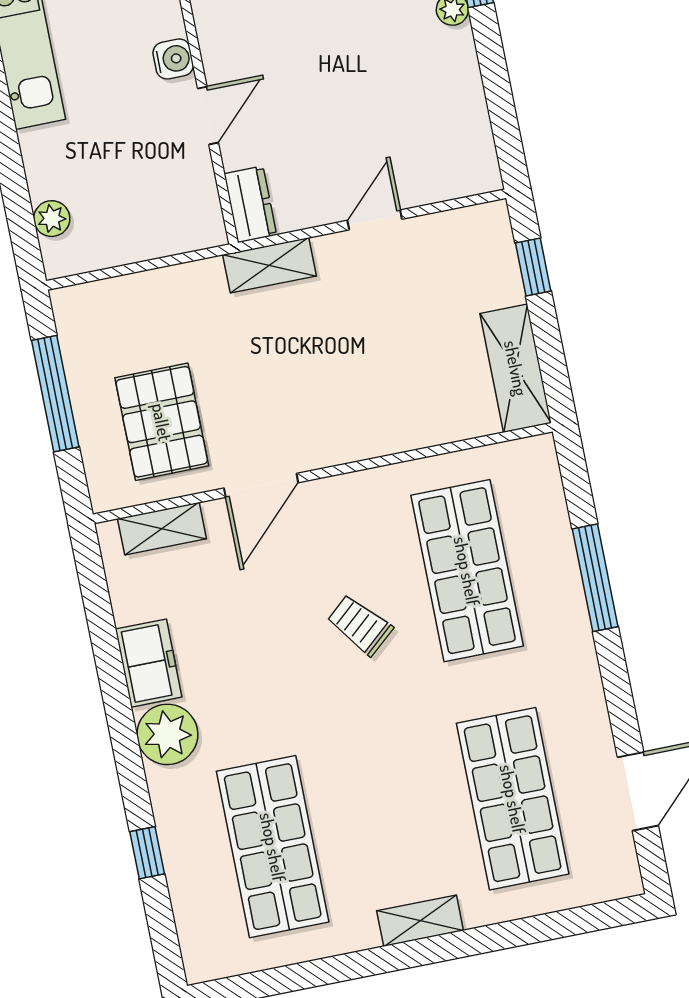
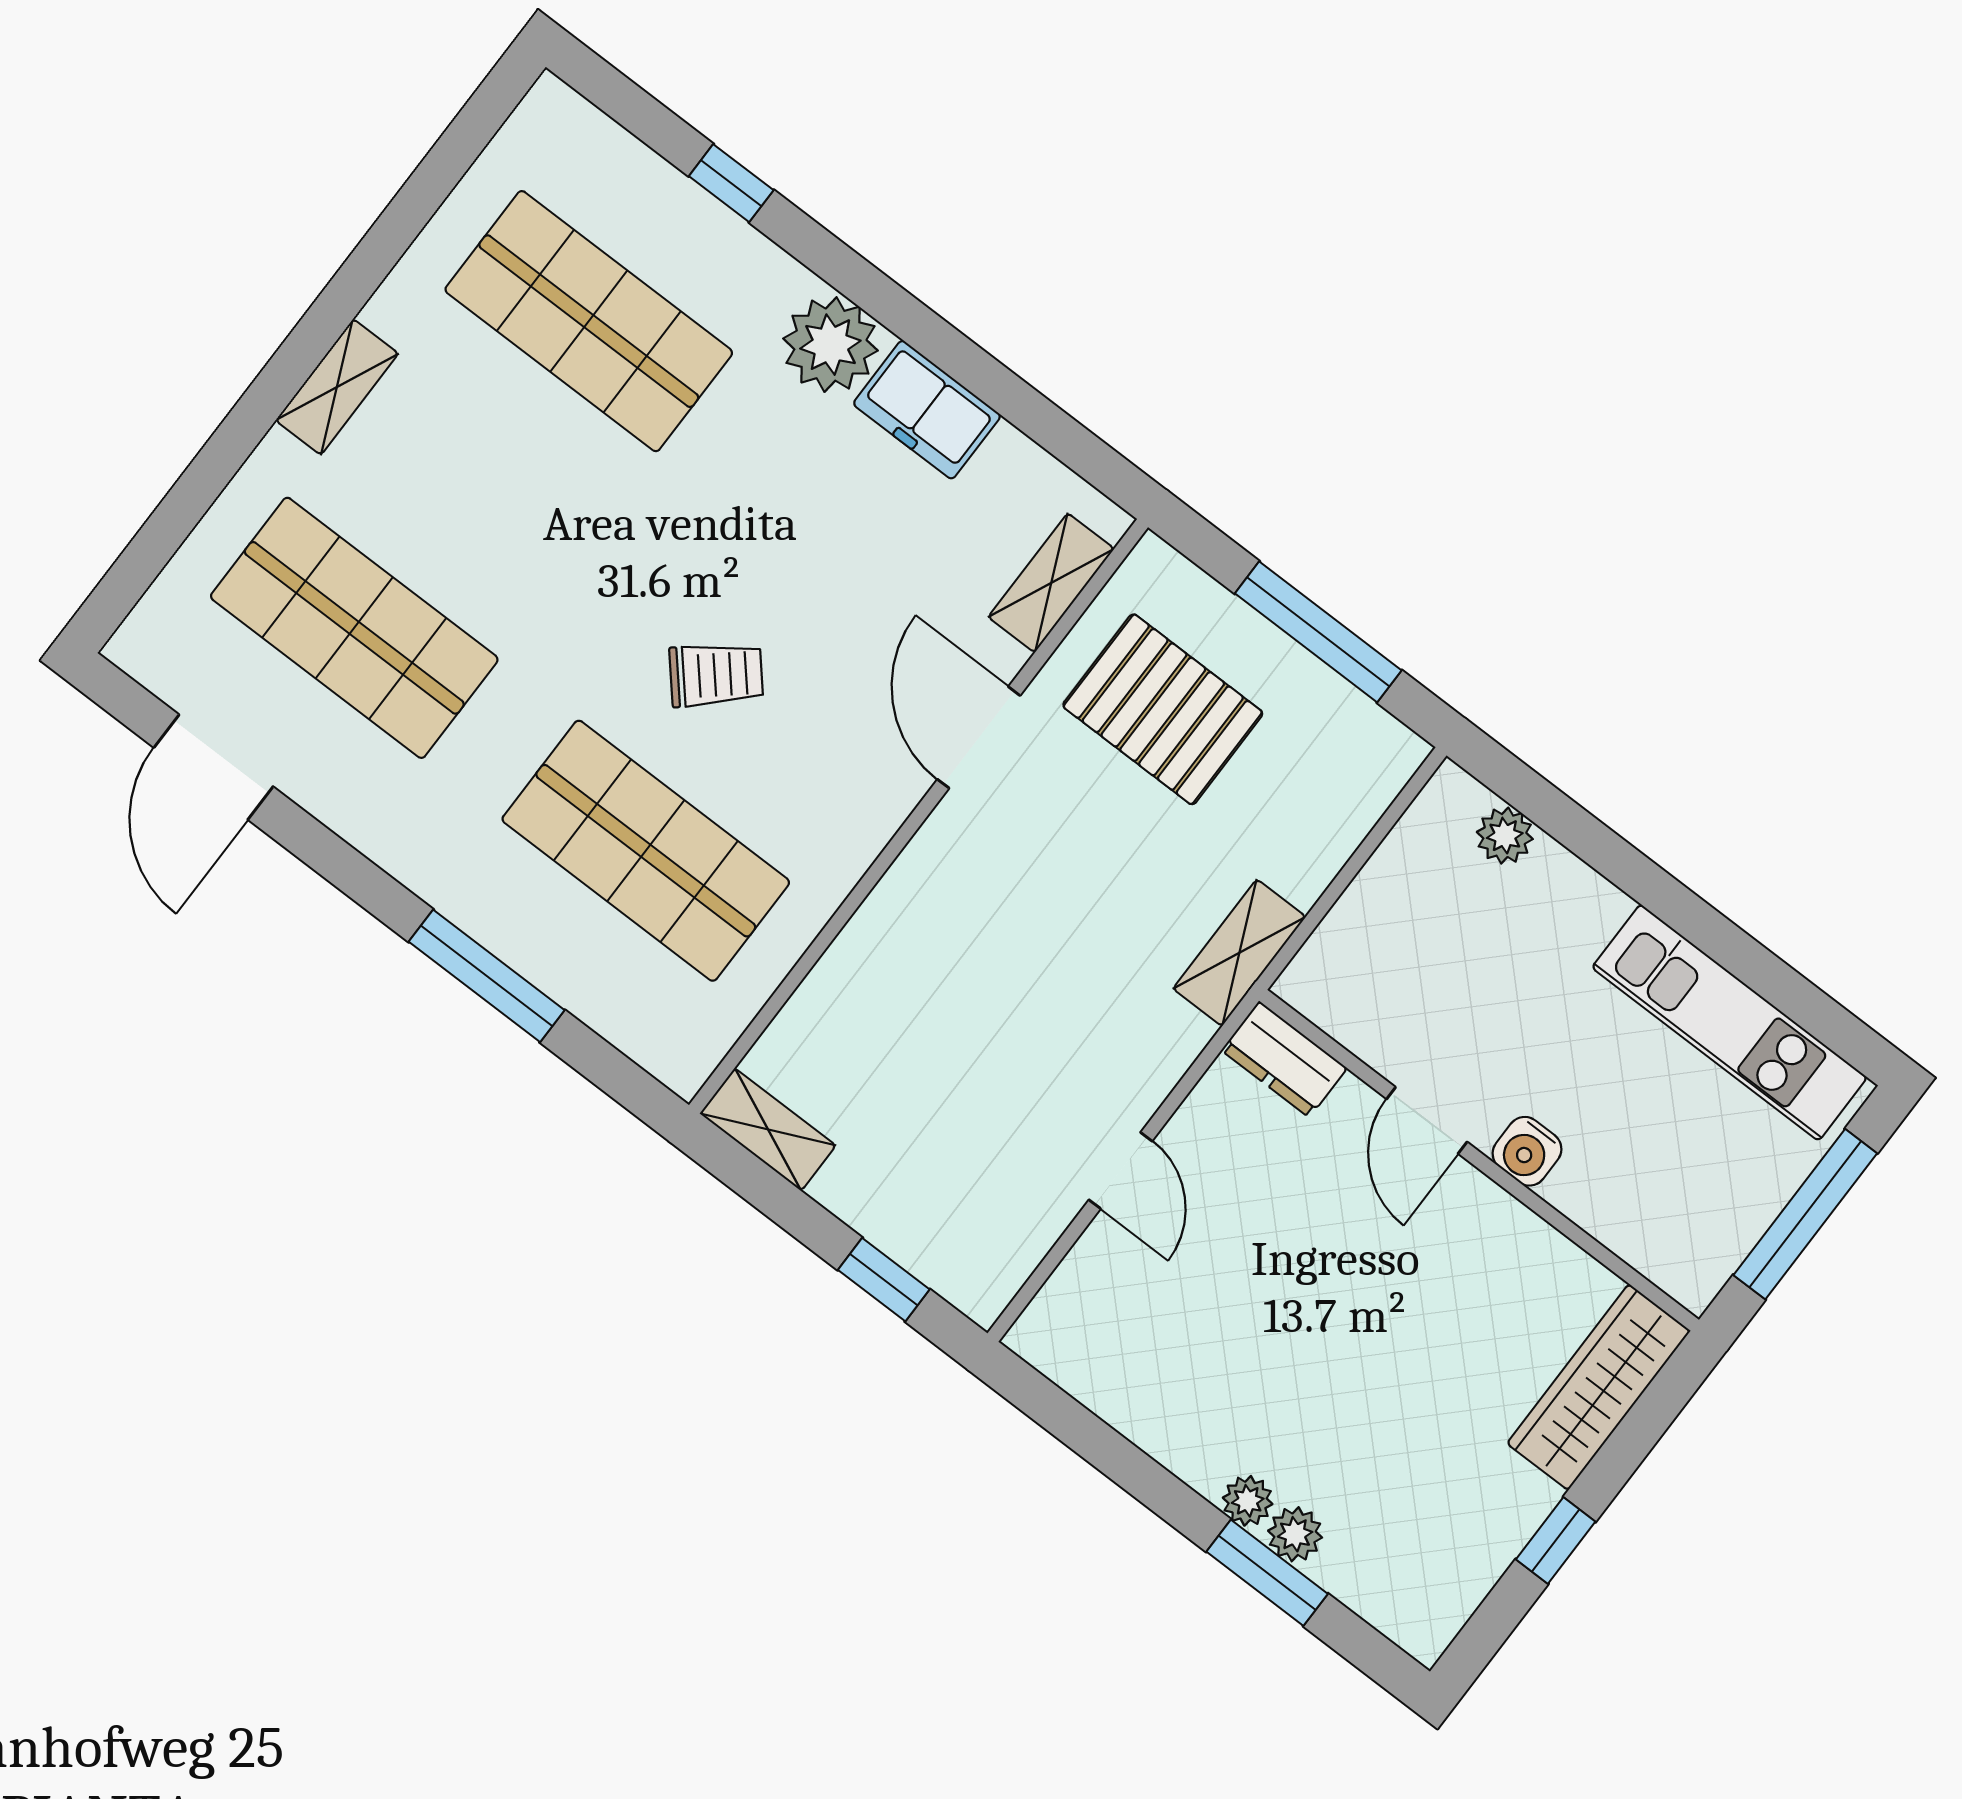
shelving: (270, 265) -> (1239, 953), moved
shelving: (516, 368) -> (768, 1129), width x0.67, depth x0.75

